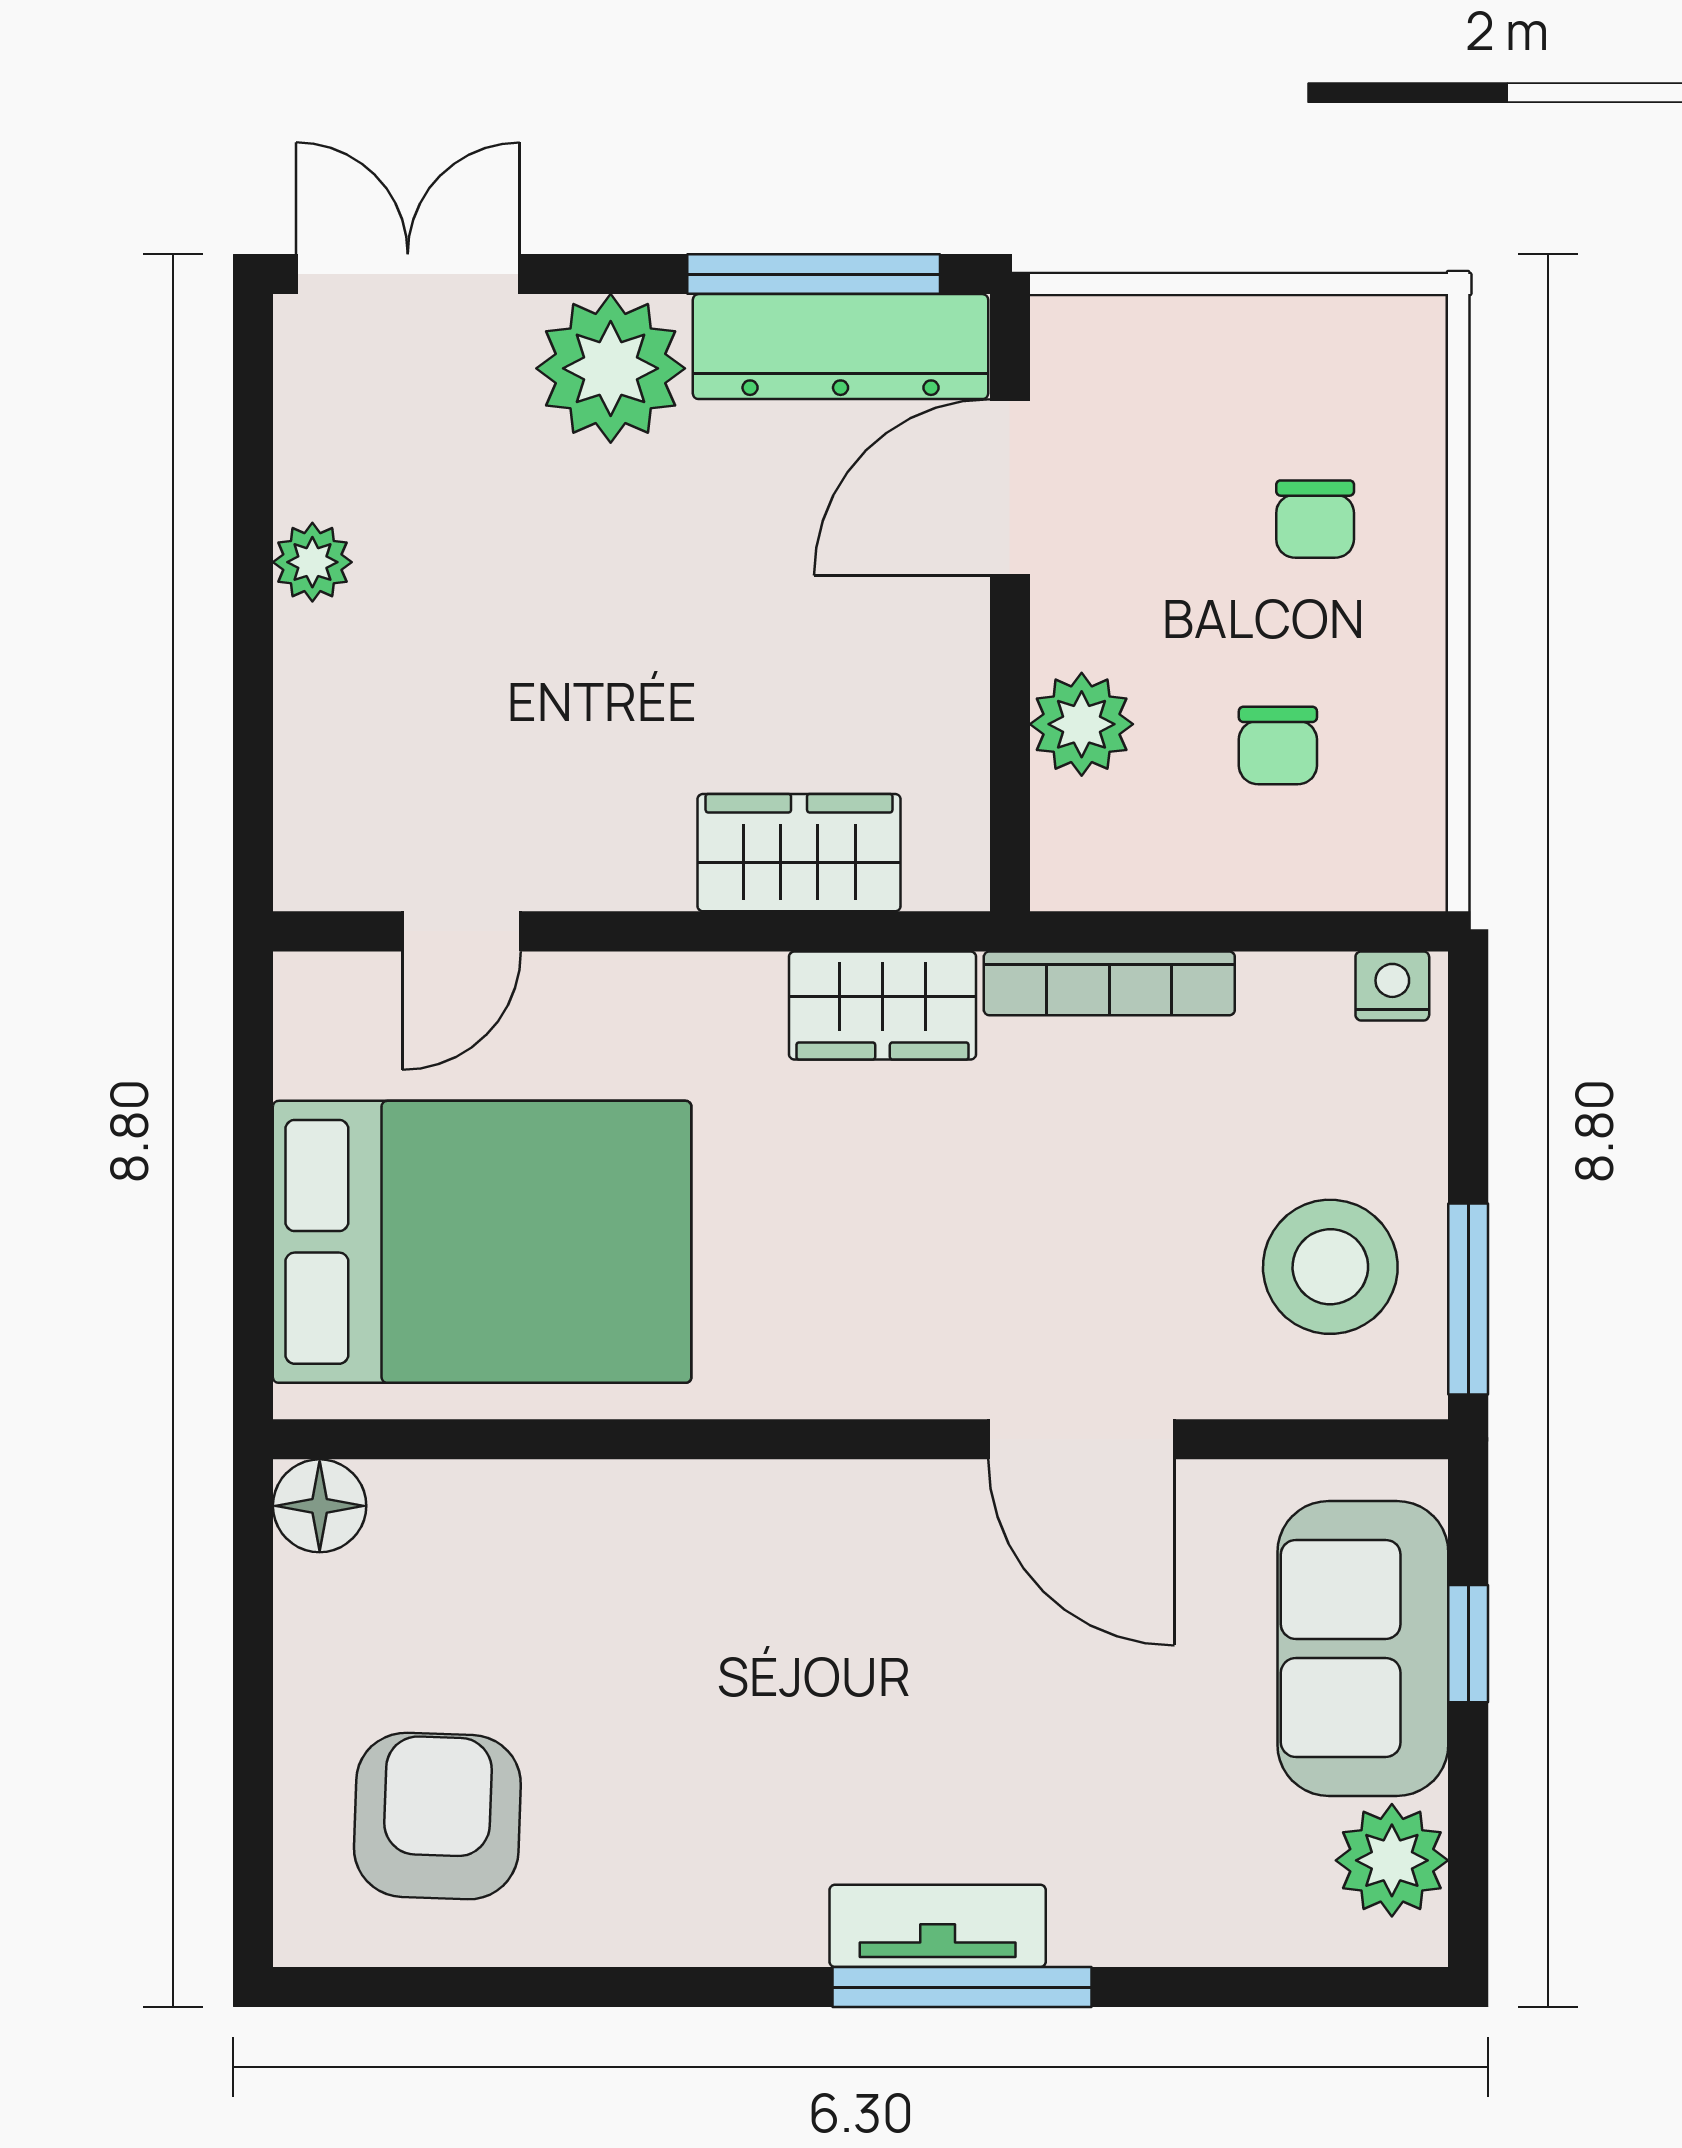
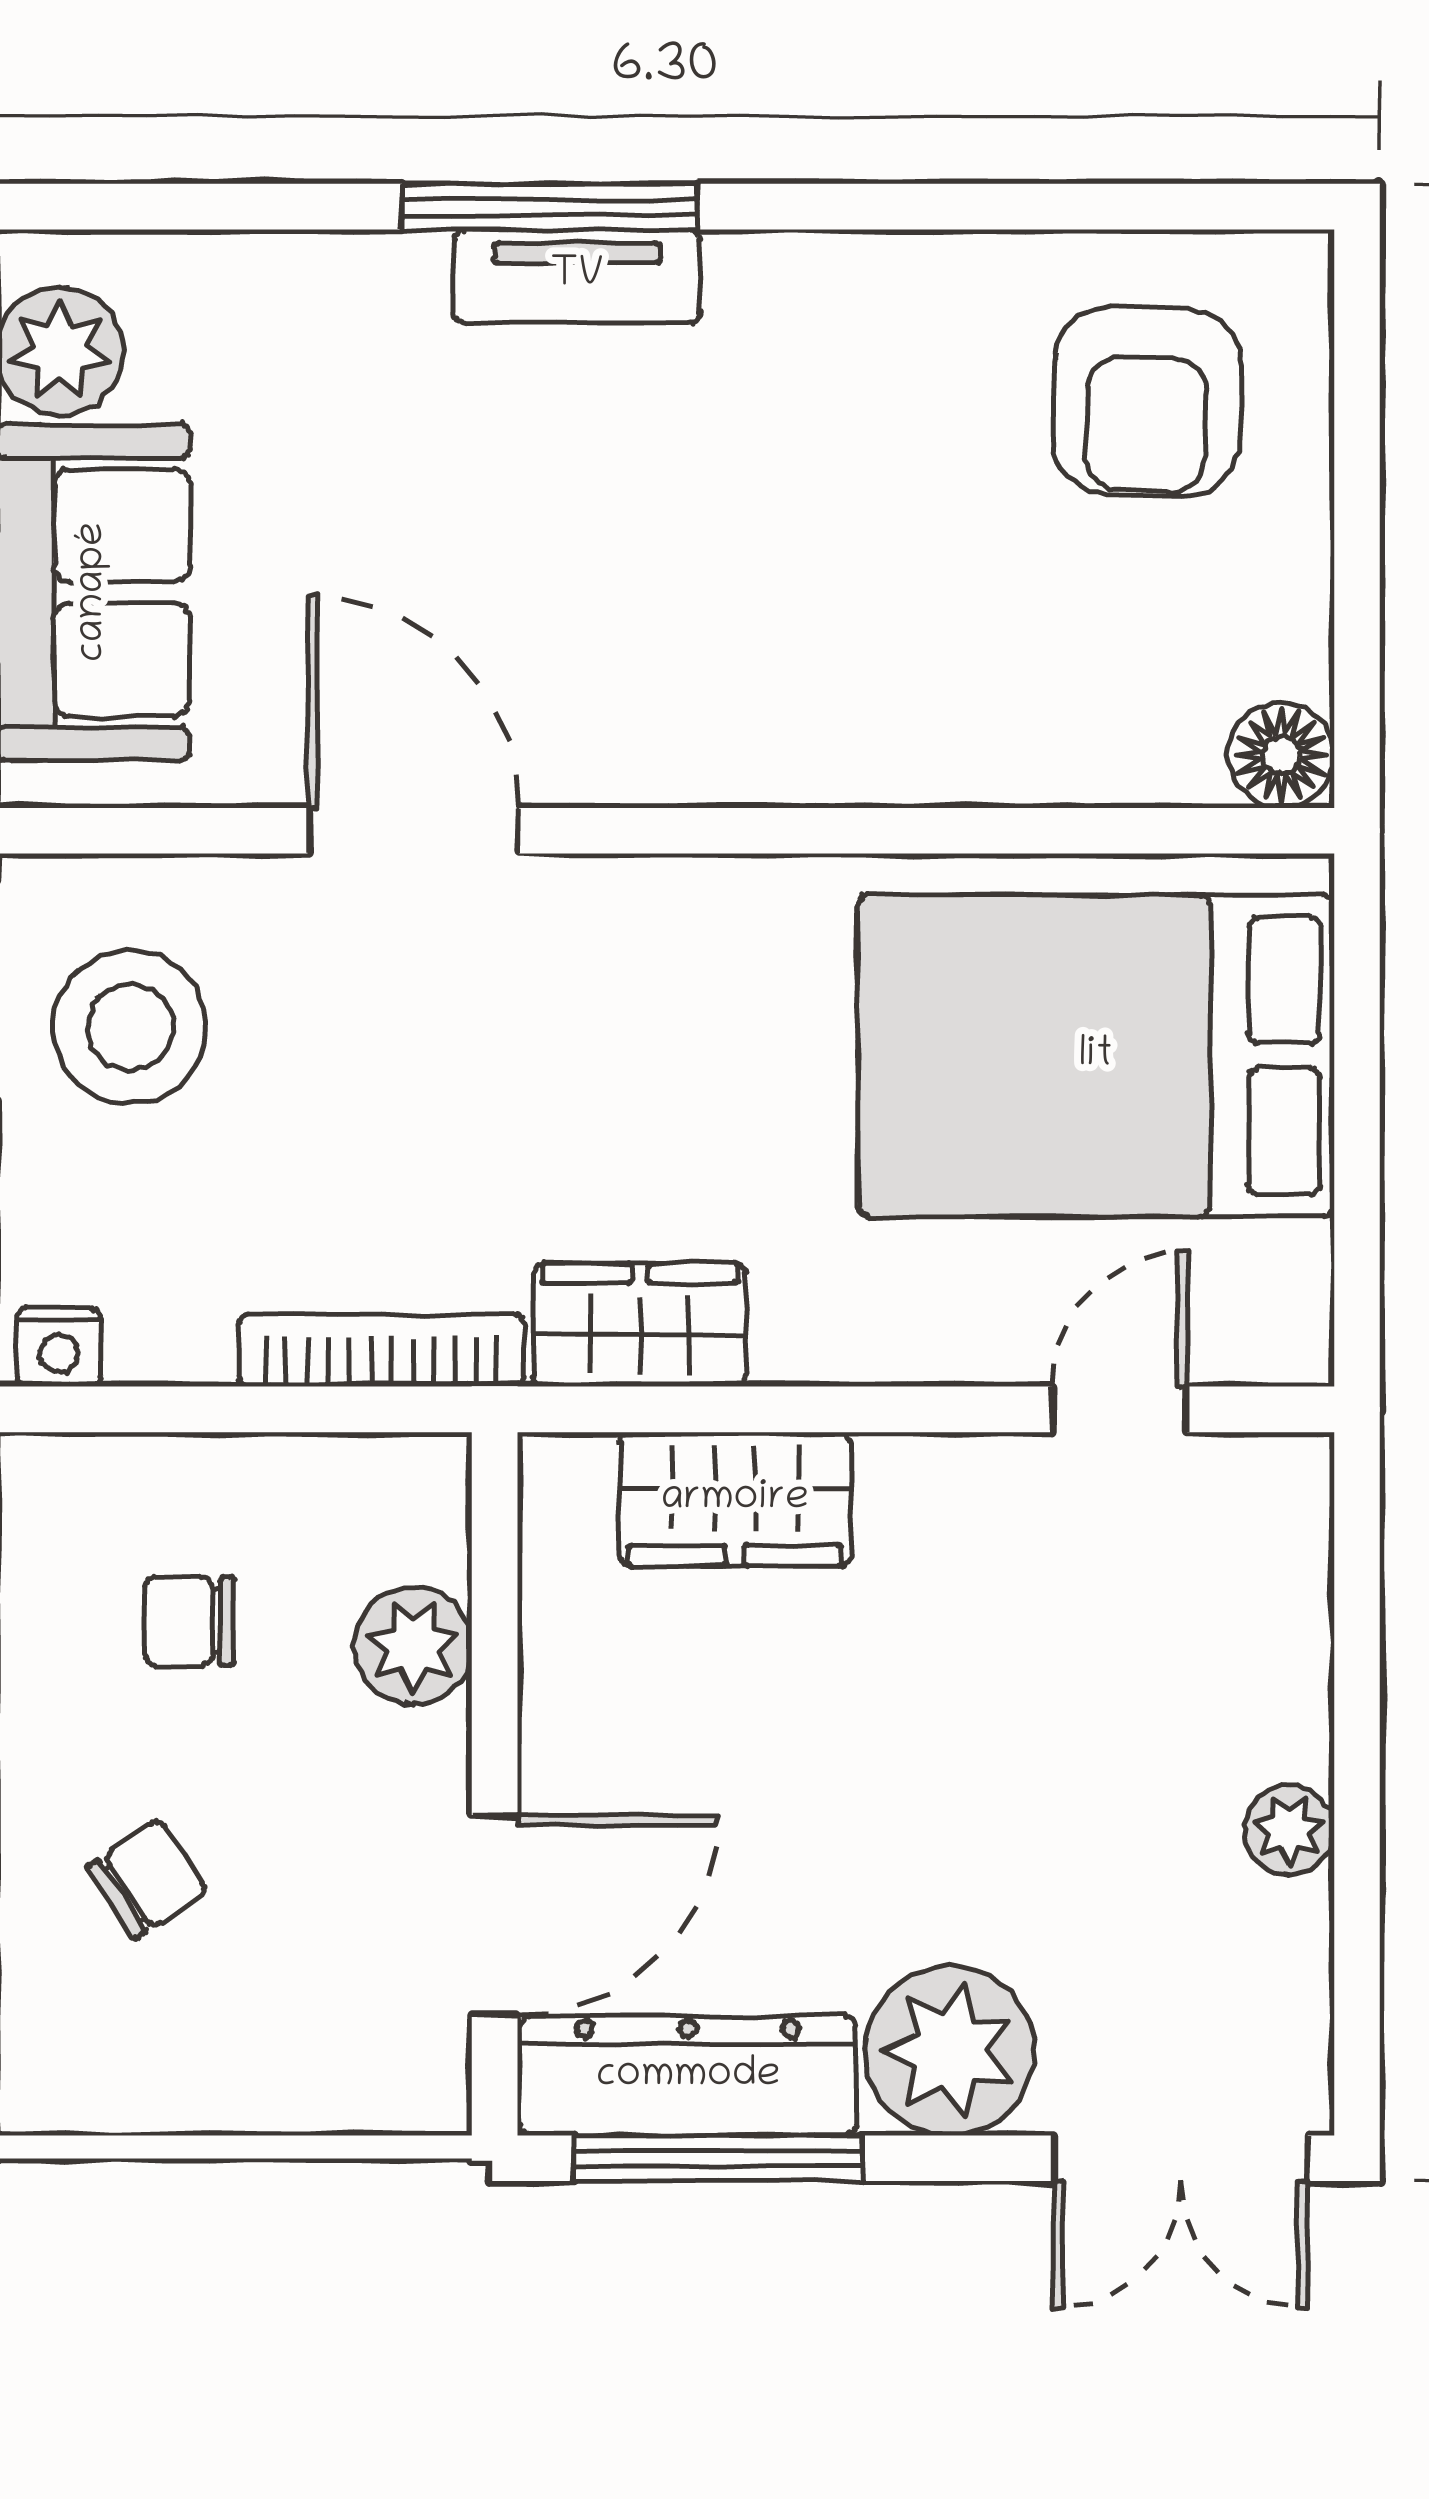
chair: (1315, 519) -> (147, 1879), turned 56
chair: (1278, 745) -> (189, 1621), turned -90

